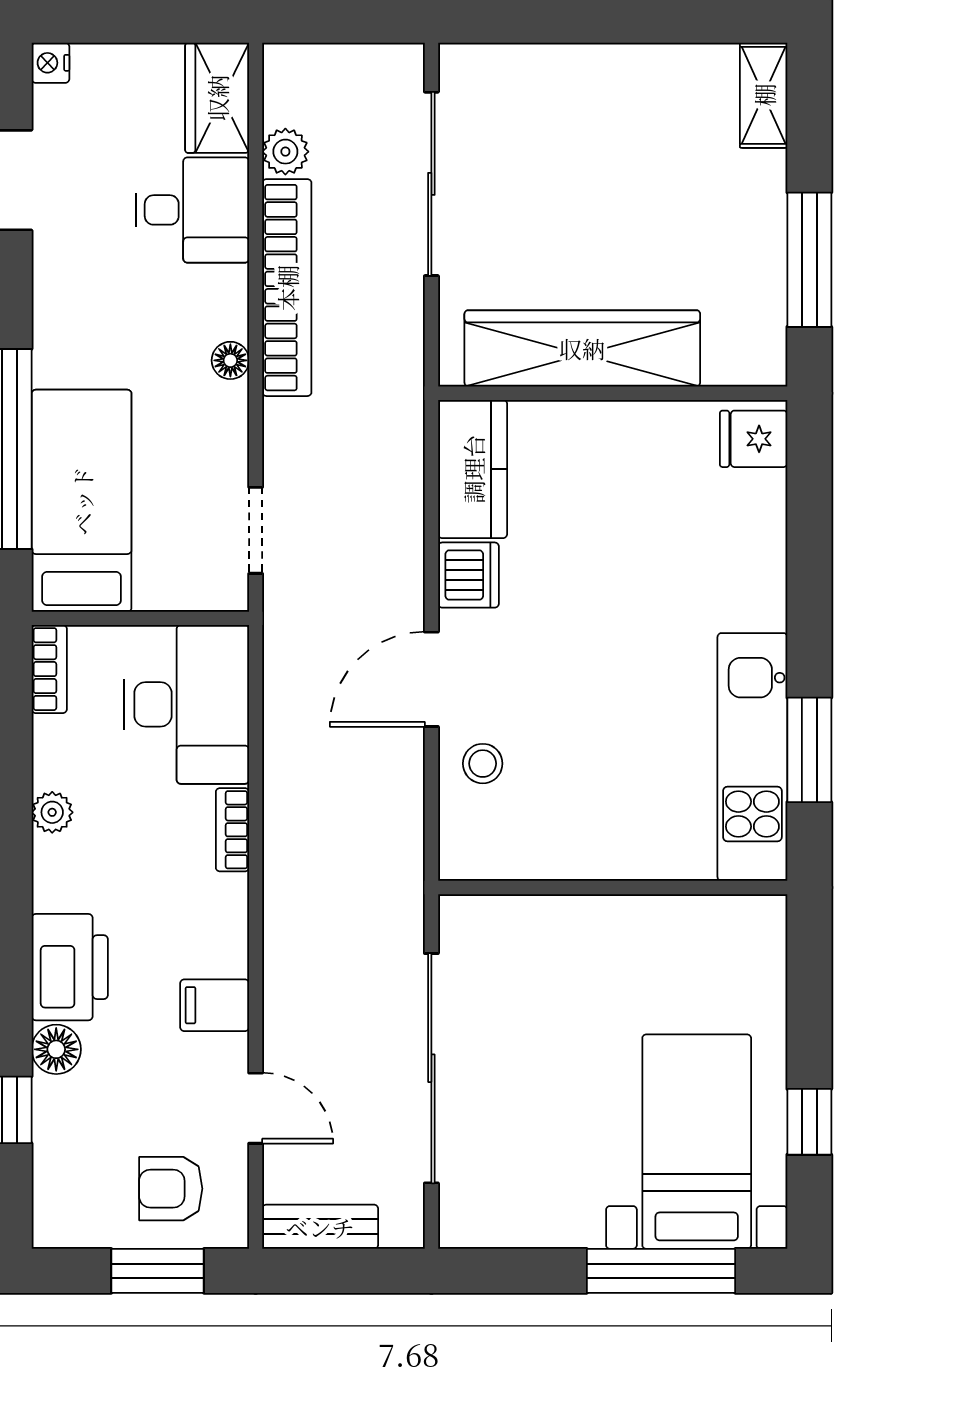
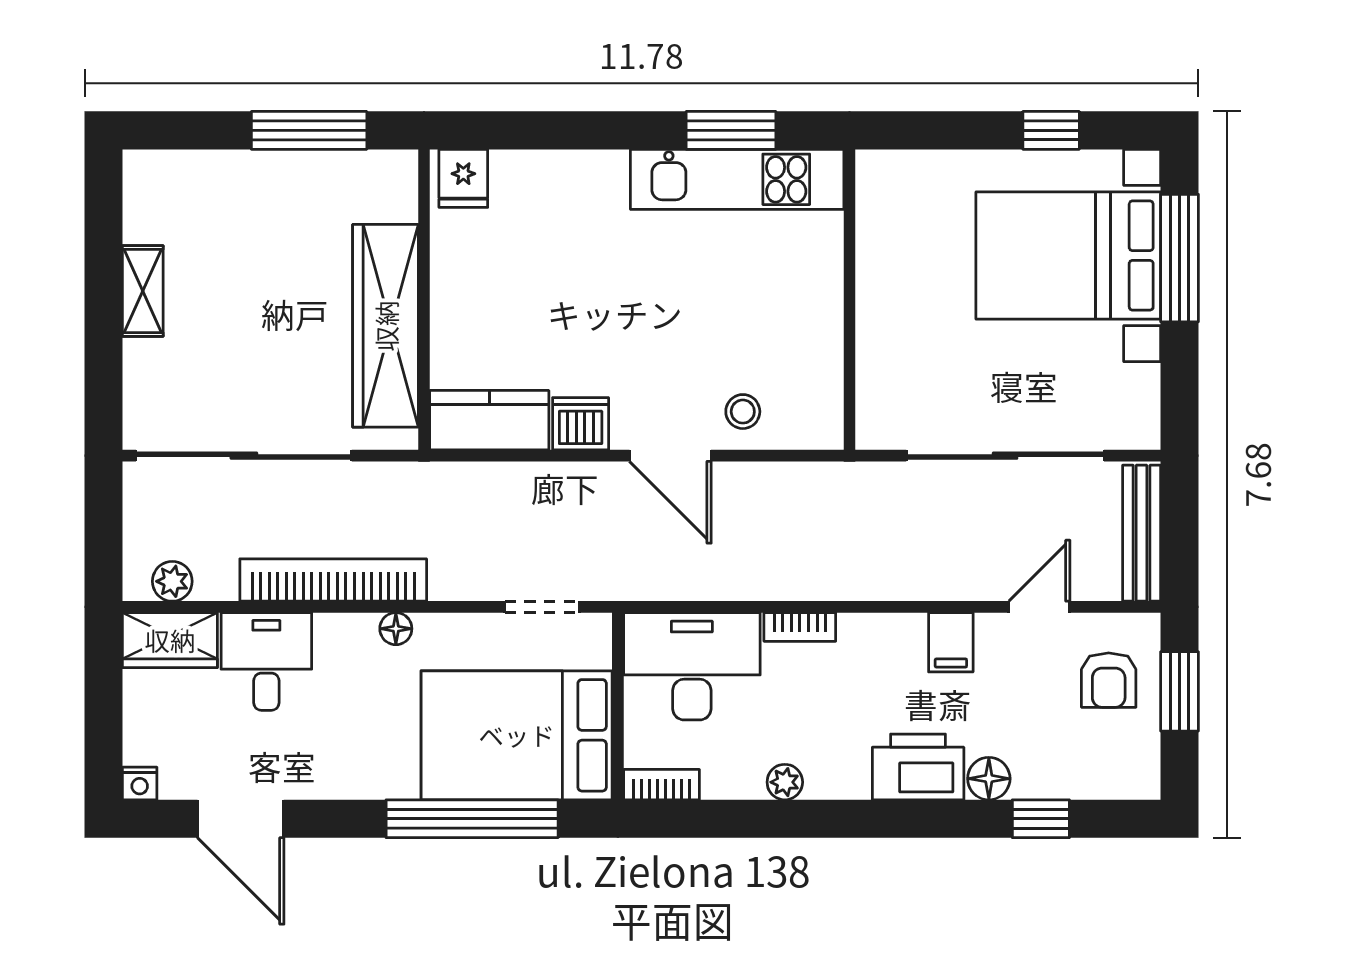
shelving: (764, 95) -> (143, 291), moved, turned 90
plant: (285, 152) -> (172, 581), moved
sliding door: (431, 184) -> (244, 456), width x1.36
bed: (82, 501) -> (517, 735), width x1.50
bed with nightstands: (697, 1142) -> (1068, 256), width x1.36
bench: (320, 1227) -> (1142, 533), width x1.36

